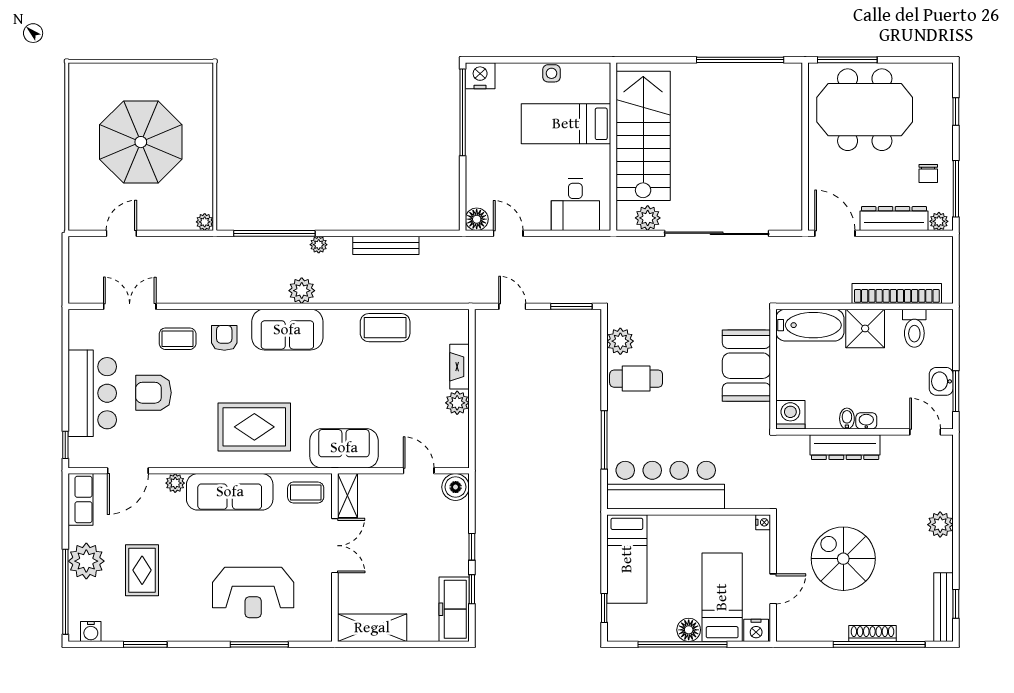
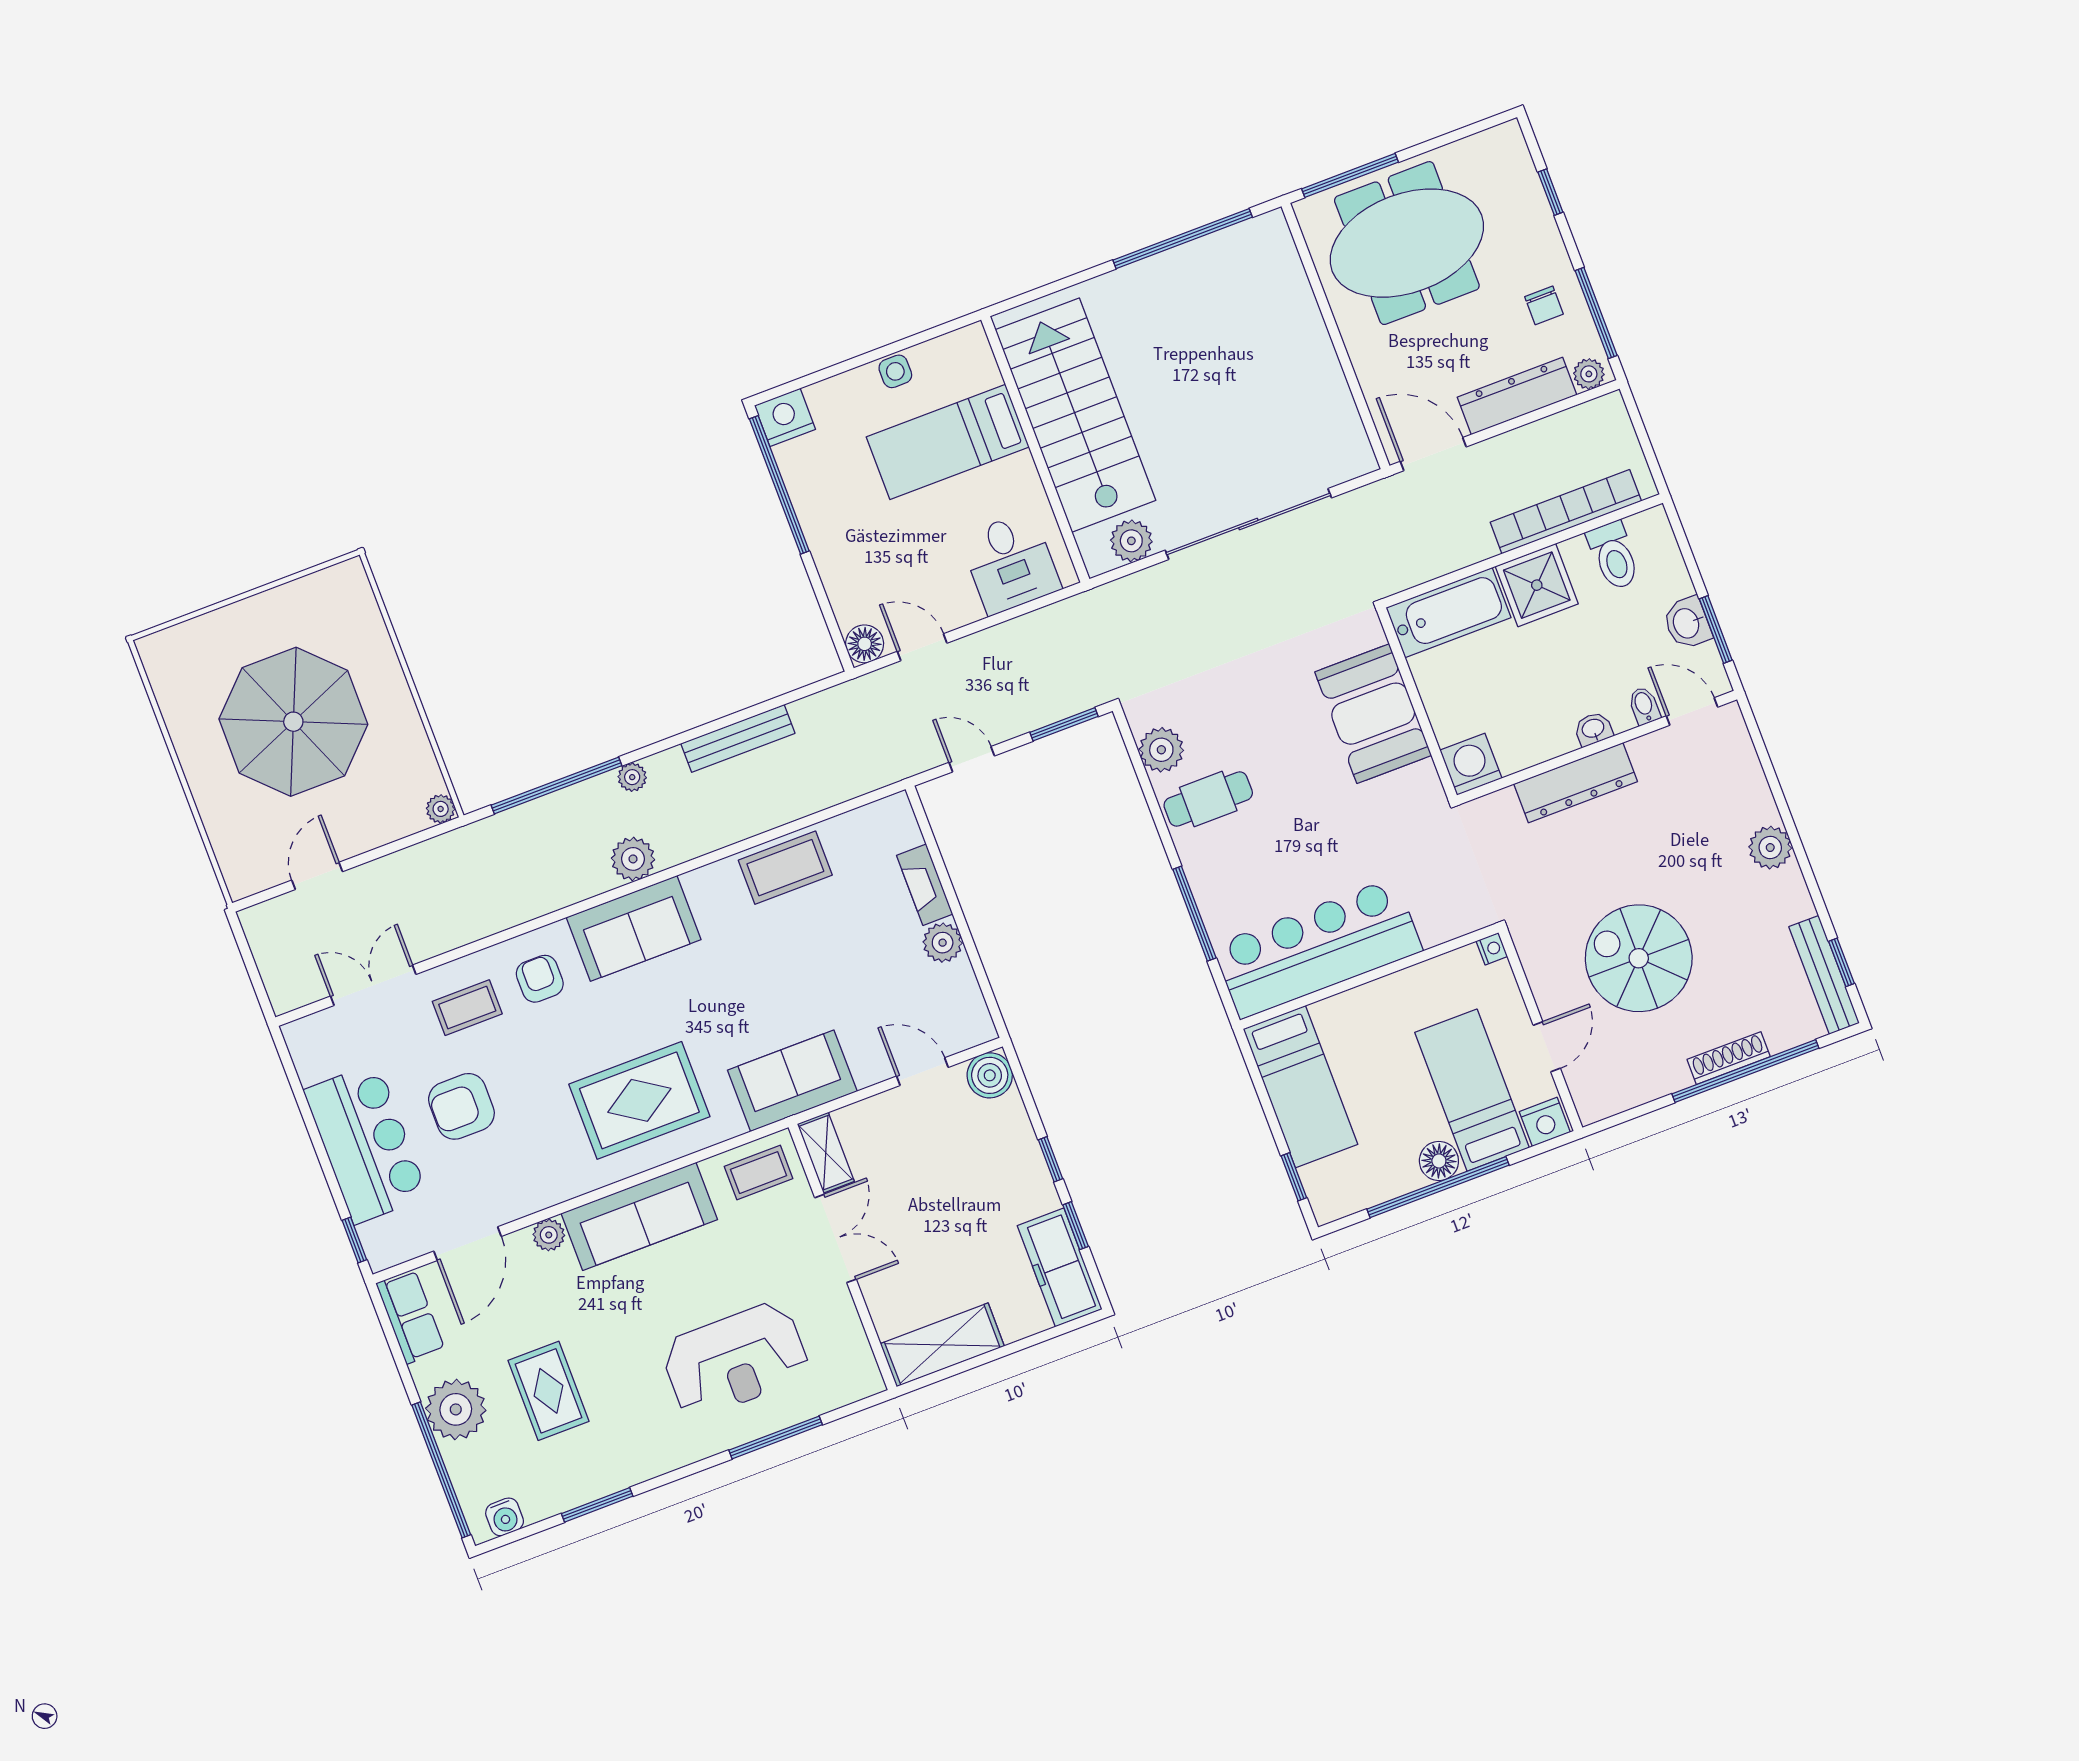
bidet: (847, 419) -> (1644, 706), moved

